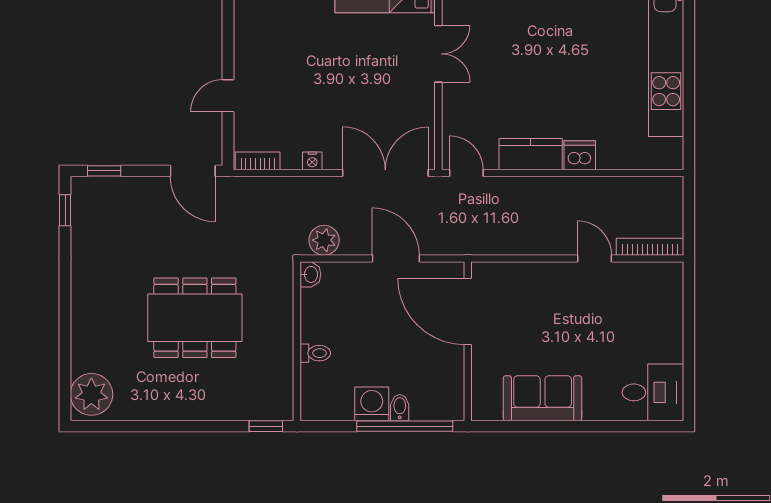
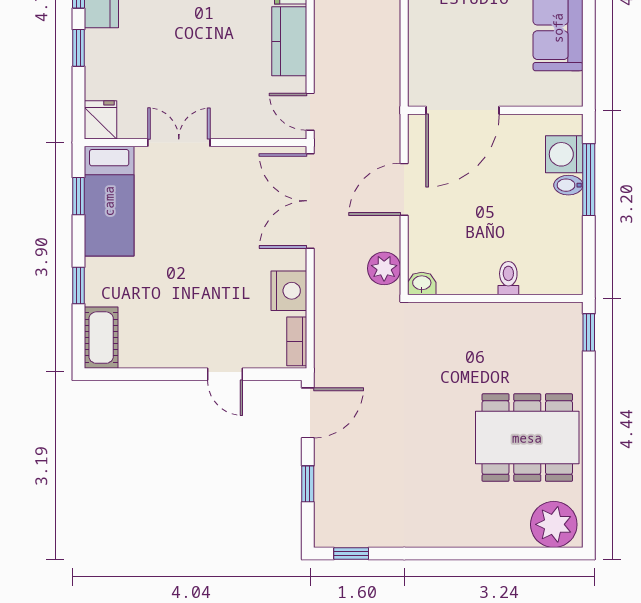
nightstand: (312, 161) -> (289, 291), width x1.89, depth x1.79
window: (104, 171) -> (308, 484), moved
door: (466, 173) -> (310, 112), hinge flipped
dining table: (195, 318) -> (527, 438), moved, turned 90
washing machine: (372, 404) -> (564, 154), moved
window: (405, 426) -> (589, 180), width x0.68

